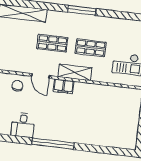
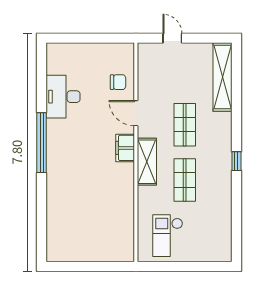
window: (82, 10) -> (236, 161), width x0.46
door: (40, 76) -> (136, 113), hinge flipped
desk: (23, 125) -> (63, 97), width x1.37

